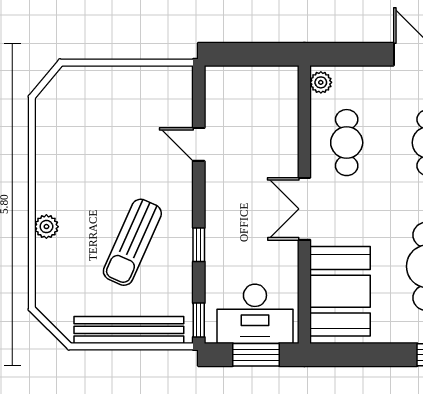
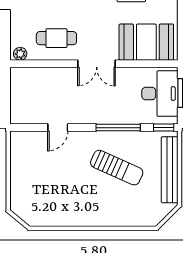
plant: (46, 227) -> (107, 219), removed
window: (199, 245) -> (118, 128), width x2.17

